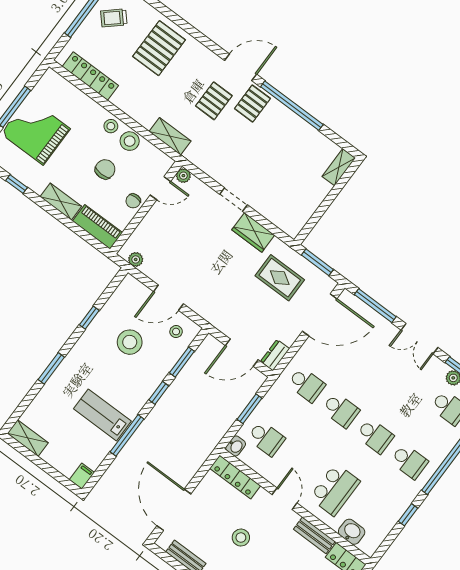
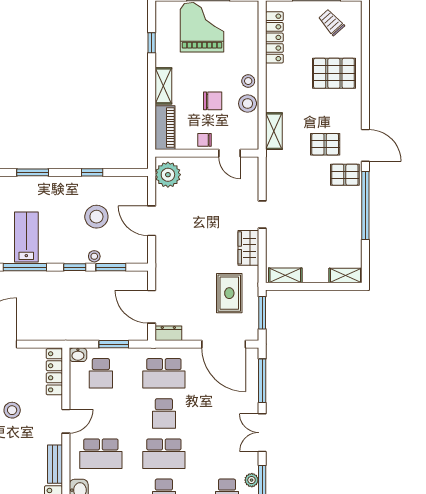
plant: (183, 176) -> (252, 163), removed
shelving: (300, 219) -> (285, 275), added
plant: (136, 259) -> (168, 175), width x1.87, depth x1.87
stool: (176, 332) -> (94, 256), moved
school desk: (306, 385) -> (164, 373), width x1.85
school desk: (375, 436) -> (164, 454), width x1.85

